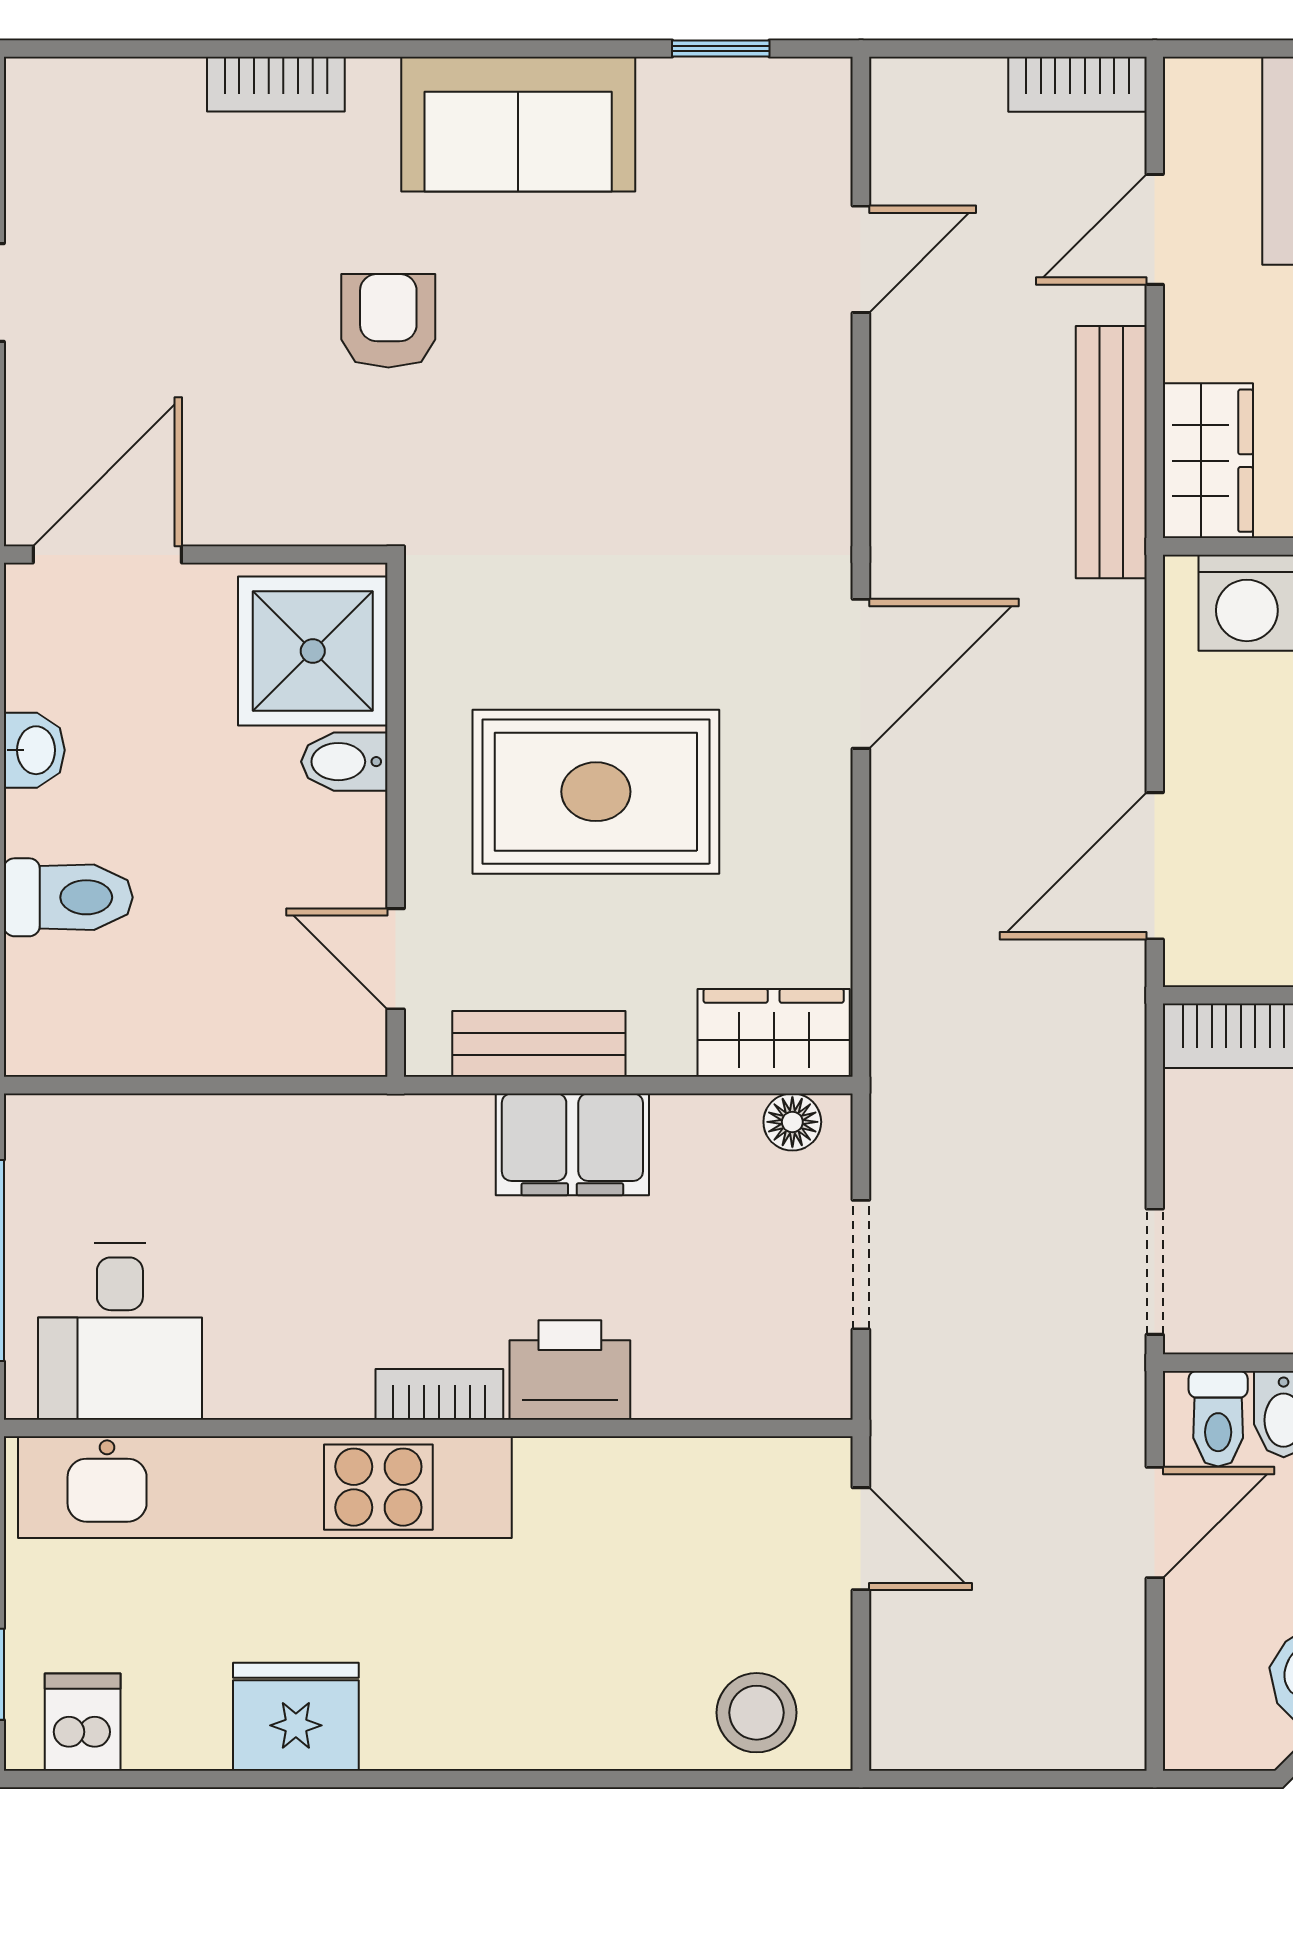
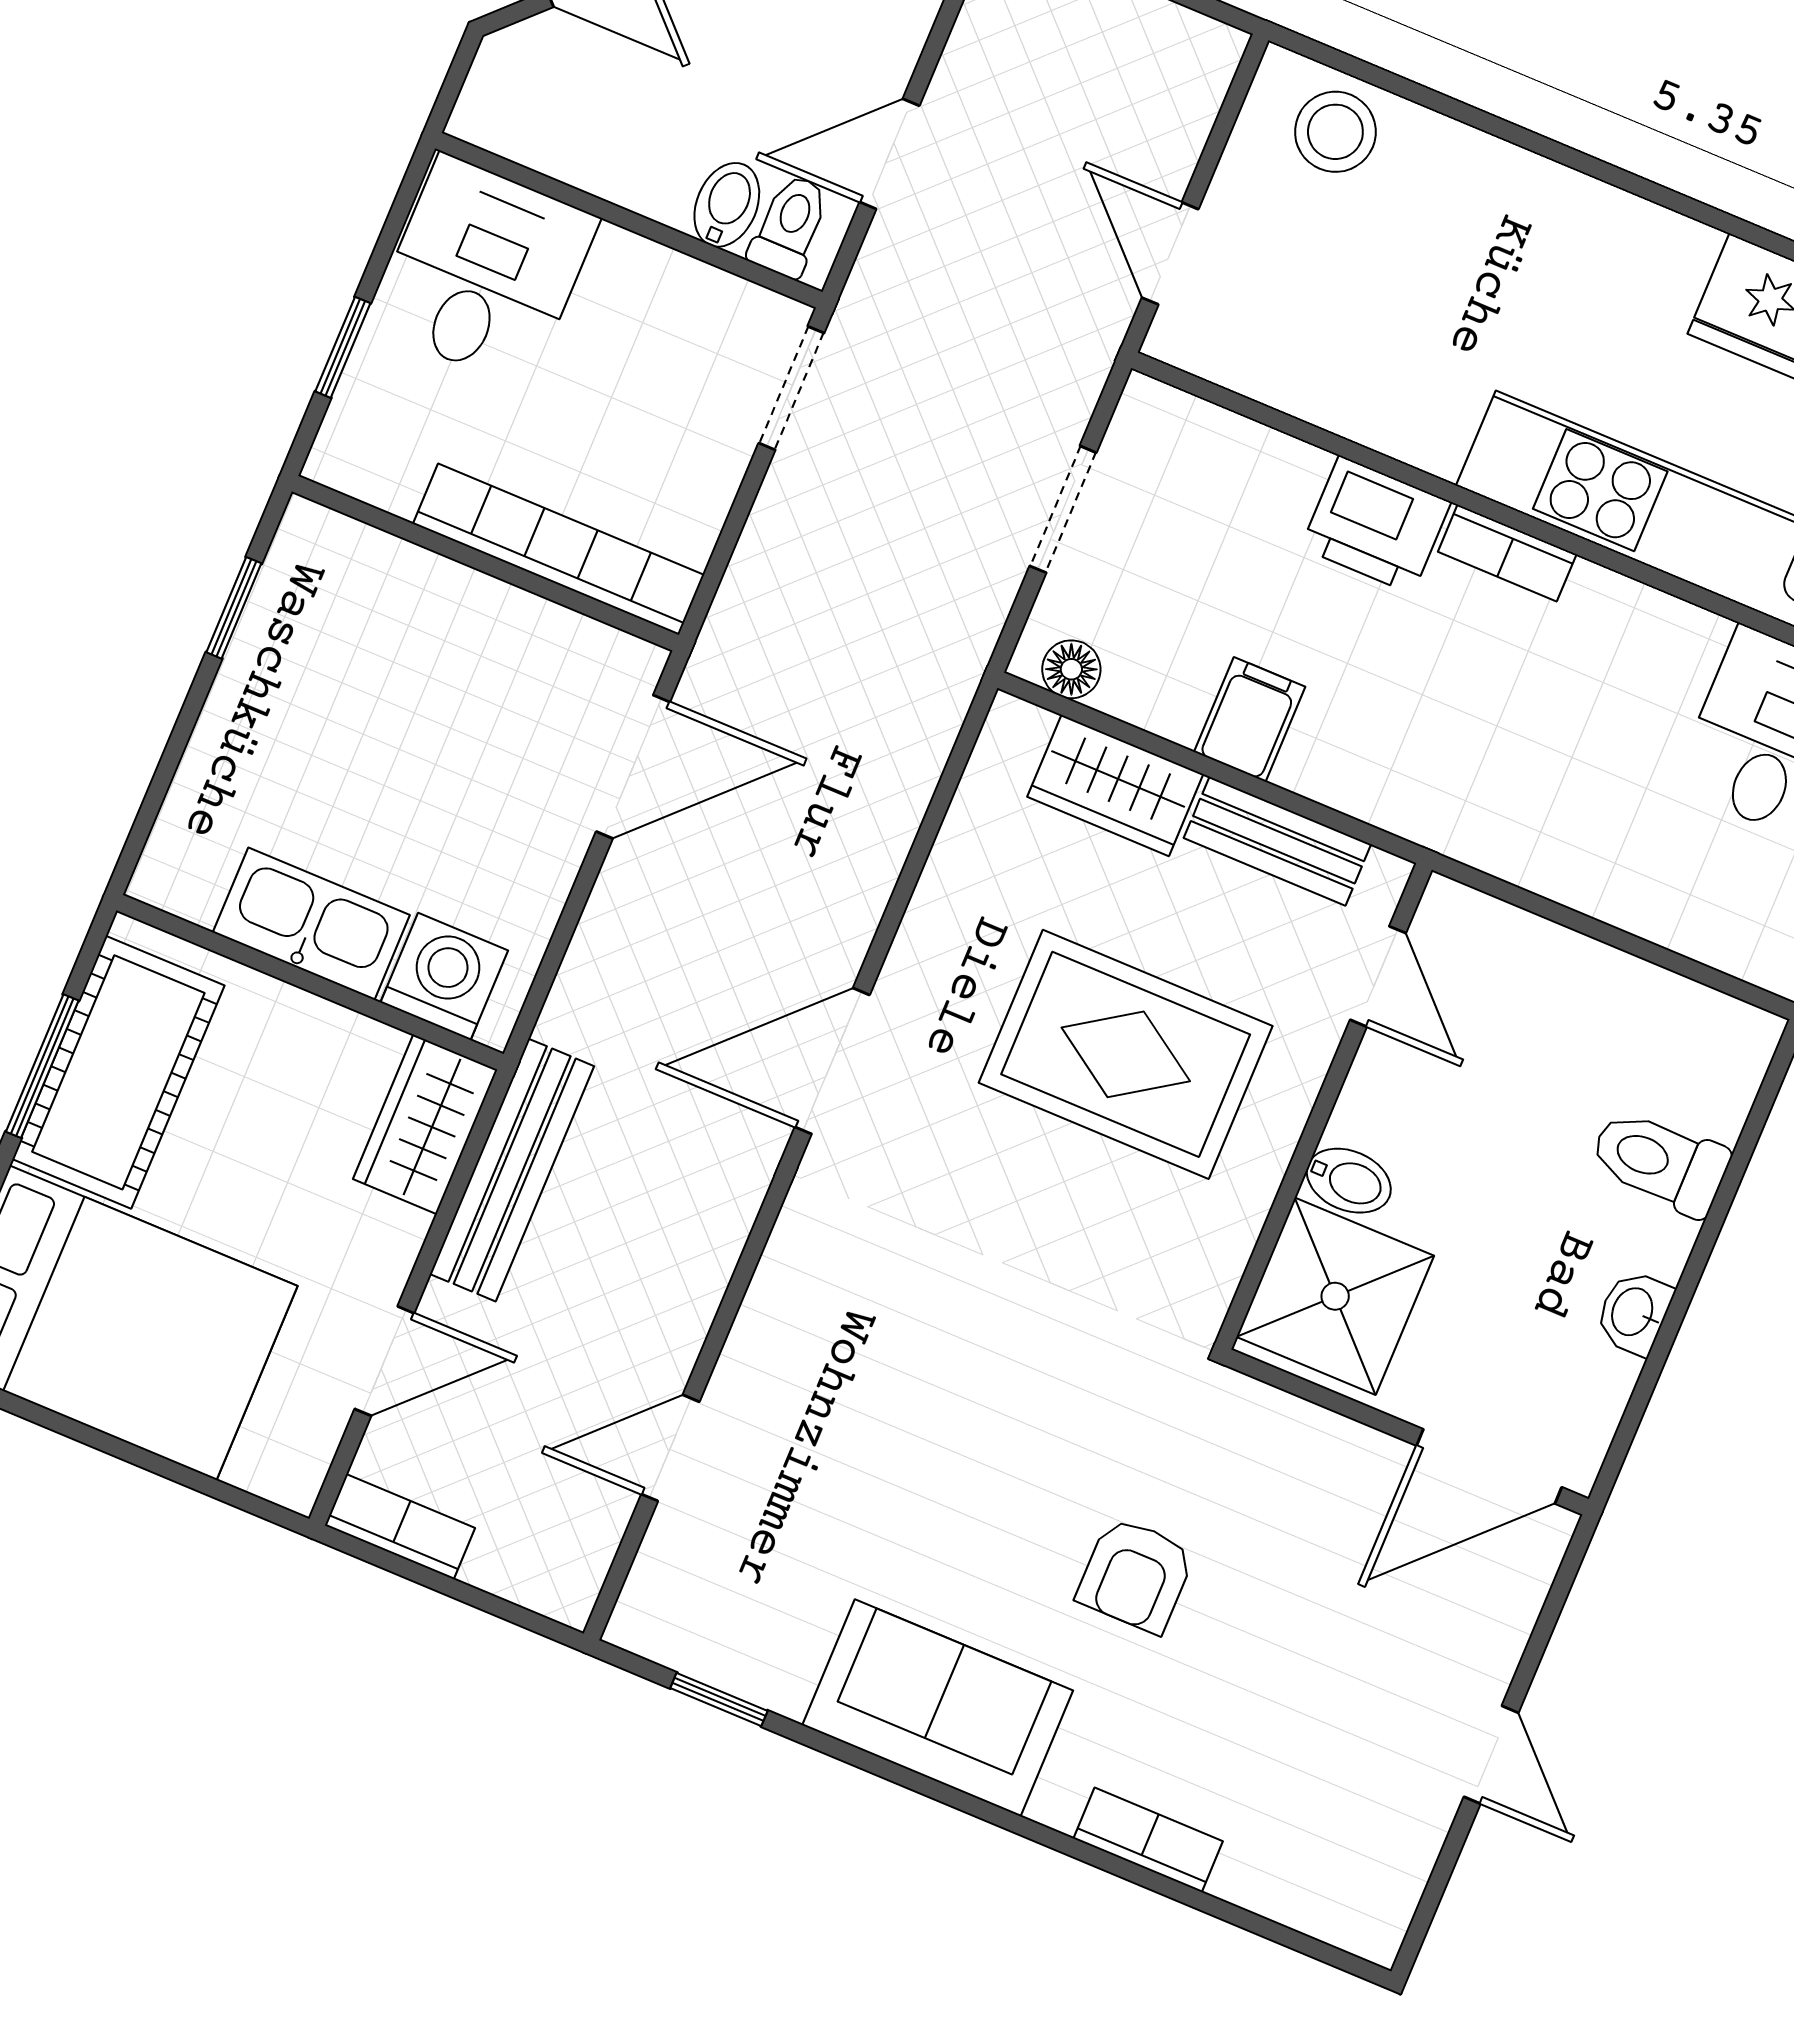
wardrobe: (774, 1033) -> (1115, 785), moved
filing cabinet: (572, 1144) -> (1250, 719), width x0.50

